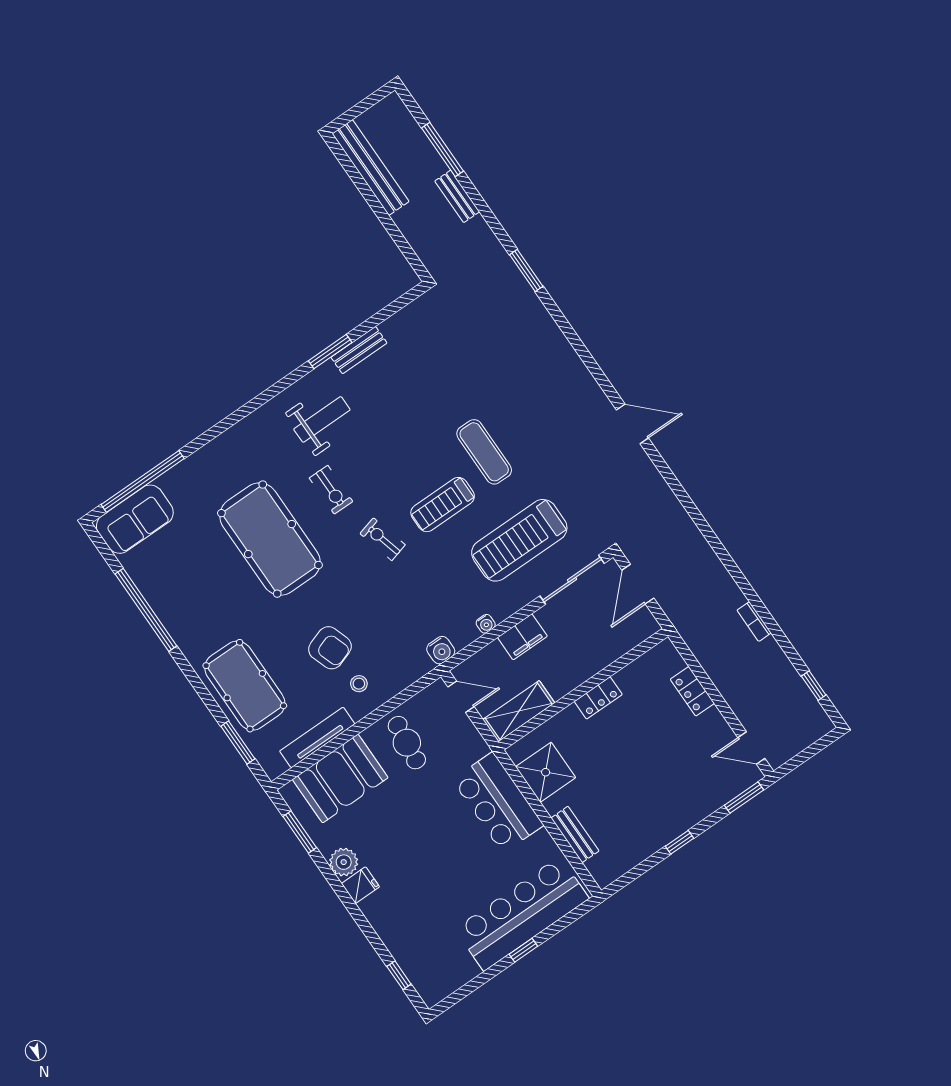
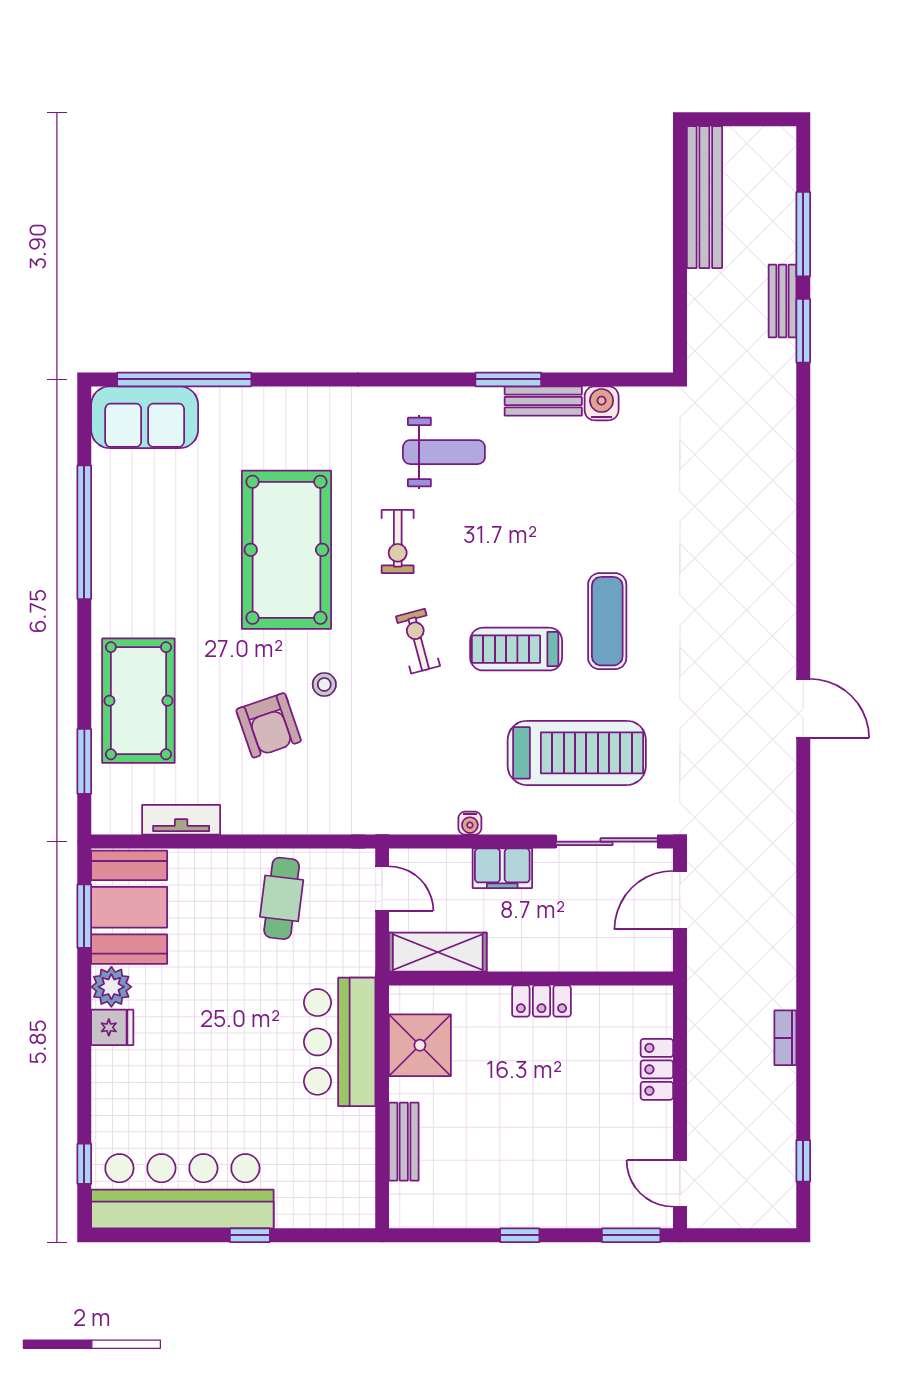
window: (526, 270) -> (803, 331), moved
treadmill: (519, 540) -> (577, 753), turned 180
water cooler: (441, 650) -> (602, 403), moved, turned 180
stool: (359, 684) -> (324, 684), moved
tv unit: (317, 737) -> (181, 820), width x0.71
booth: (340, 779) -> (129, 907), moved, turned 90
bar counter: (522, 914) -> (182, 1191), moved

